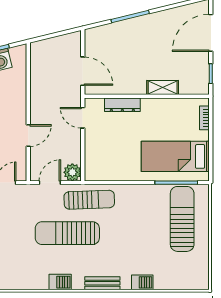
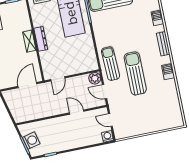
shelving: (163, 87) -> (29, 41), moved
dresser: (122, 105) -> (41, 39), moved
sun lounger: (67, 233) -> (135, 73), turned 180

